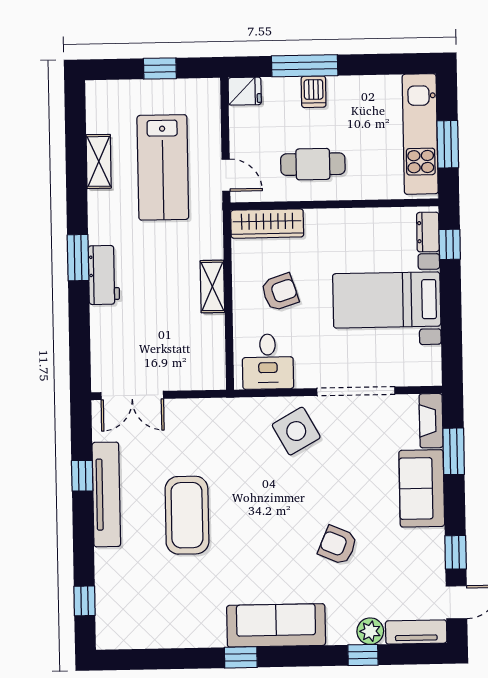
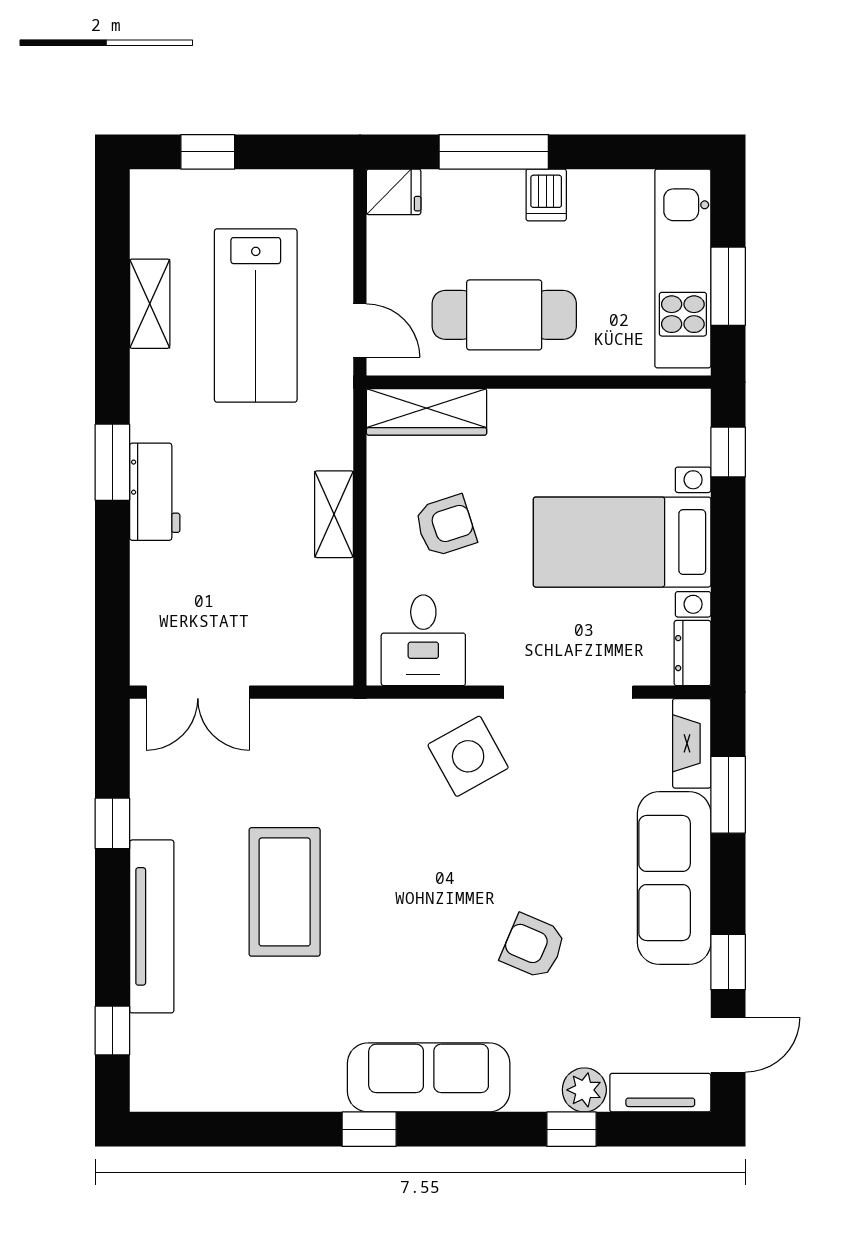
window: (160, 69) -> (208, 152), moved
dishwasher: (314, 92) -> (546, 195), moved
cafe table: (313, 164) -> (504, 315), width x1.37, depth x1.35
dresser: (428, 232) -> (693, 653), moved
sofa: (422, 488) -> (674, 878), width x1.36
tv unit: (106, 494) -> (152, 926), moved

